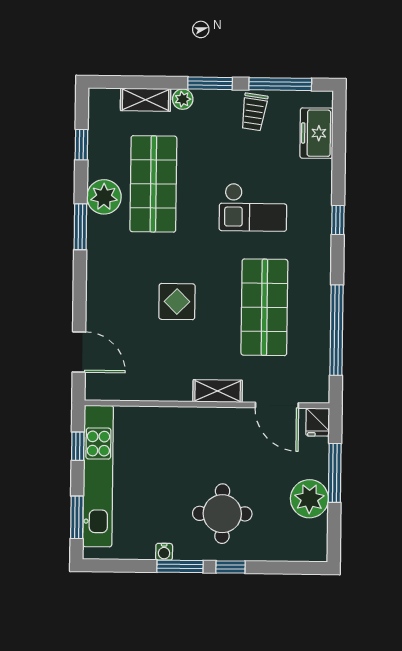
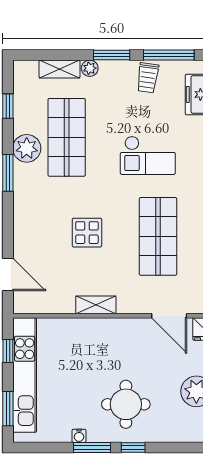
shelving: (218, 391) -> (96, 305), moved

